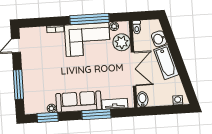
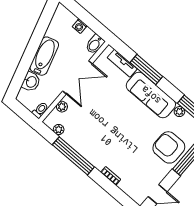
corner sofa: (87, 39) -> (92, 140), removed
plant: (122, 42) -> (62, 107), width x0.53, depth x0.53
double door: (134, 69) -> (77, 77), swing flipped
armchair: (37, 80) -> (169, 147), added
washing machine: (178, 100) -> (80, 26), moved

